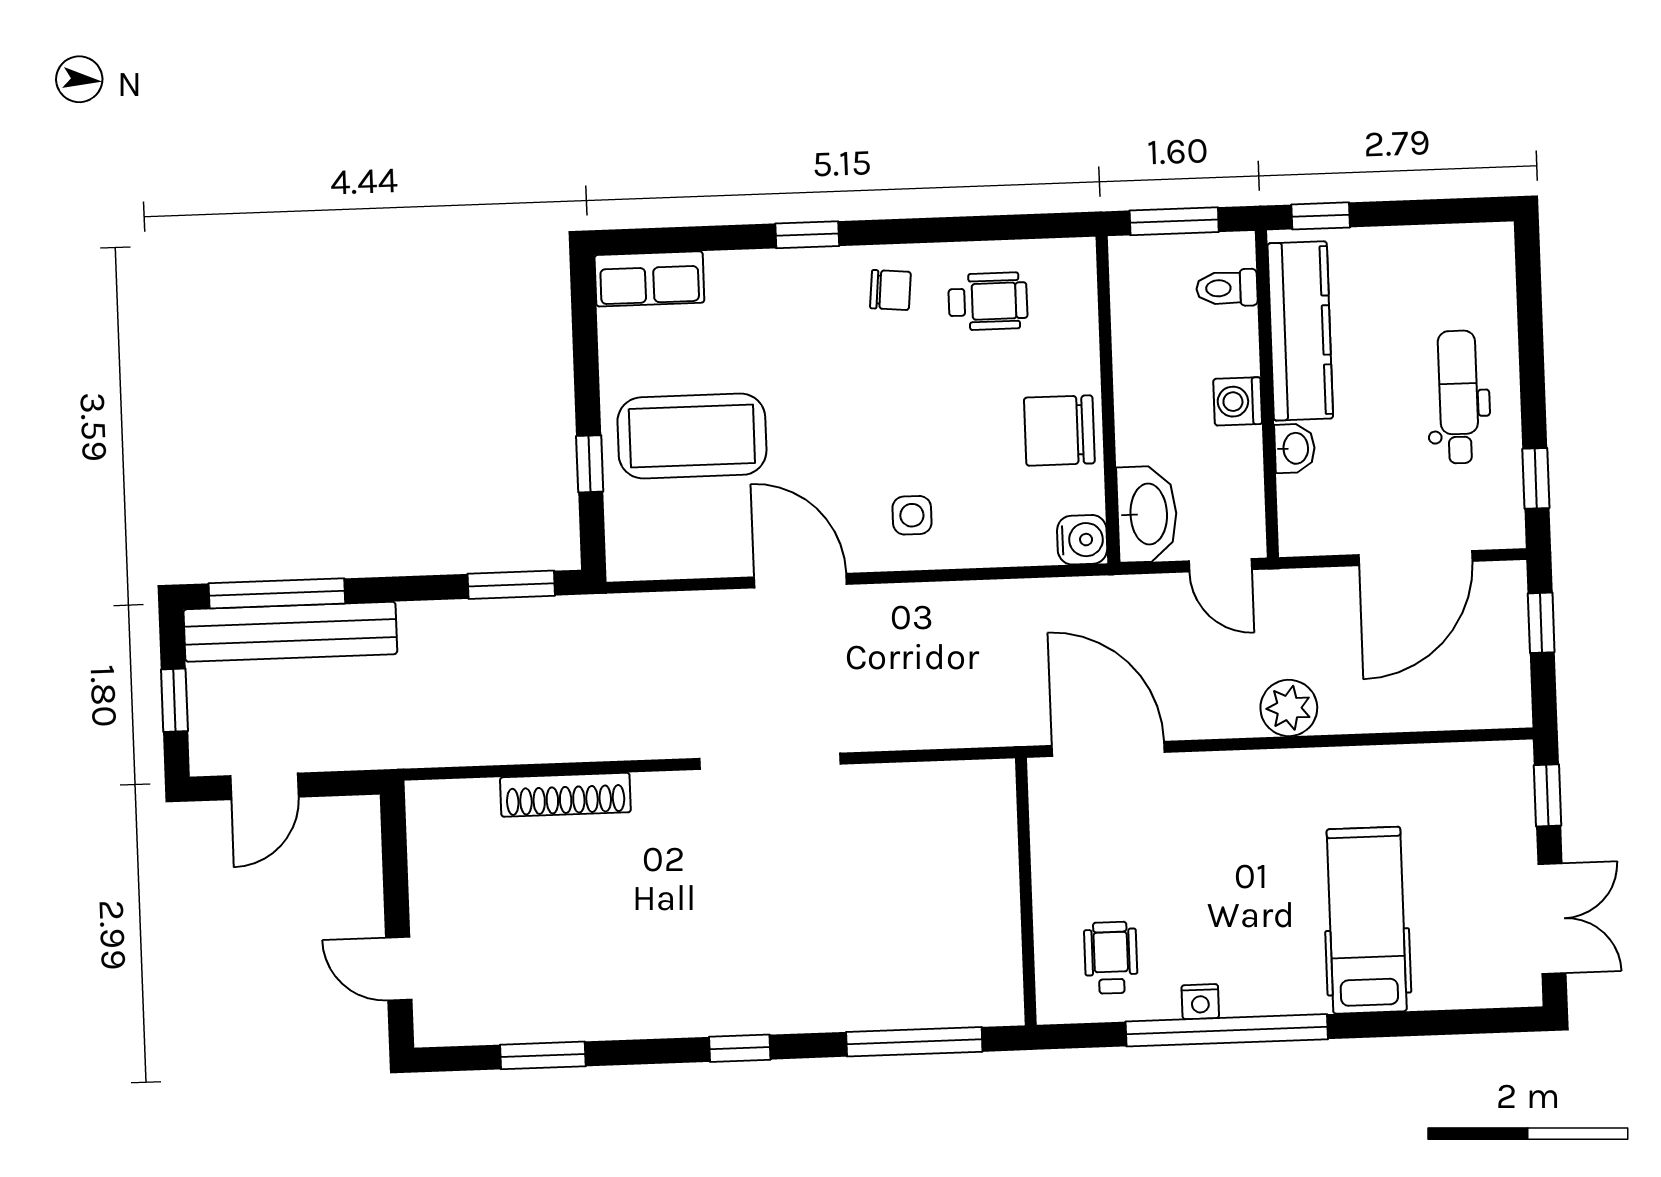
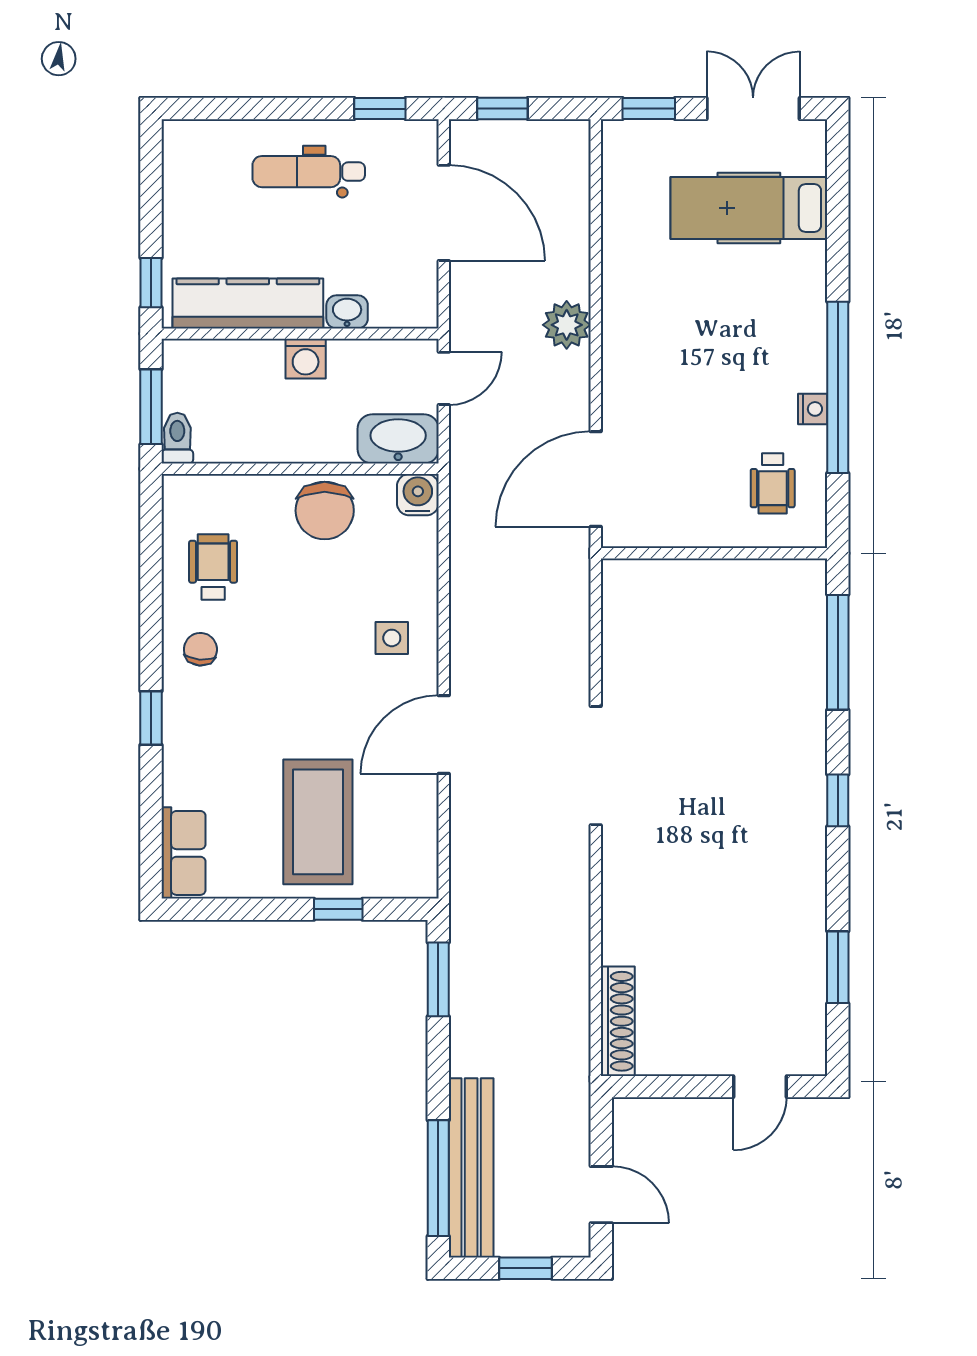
toilet: (1227, 288) -> (177, 438), moved, turned 180
shoe rack: (565, 795) -> (618, 1021), moved
hospital bed: (1367, 920) -> (749, 208), moved
wheelchair: (1111, 958) -> (773, 483), turned -90

